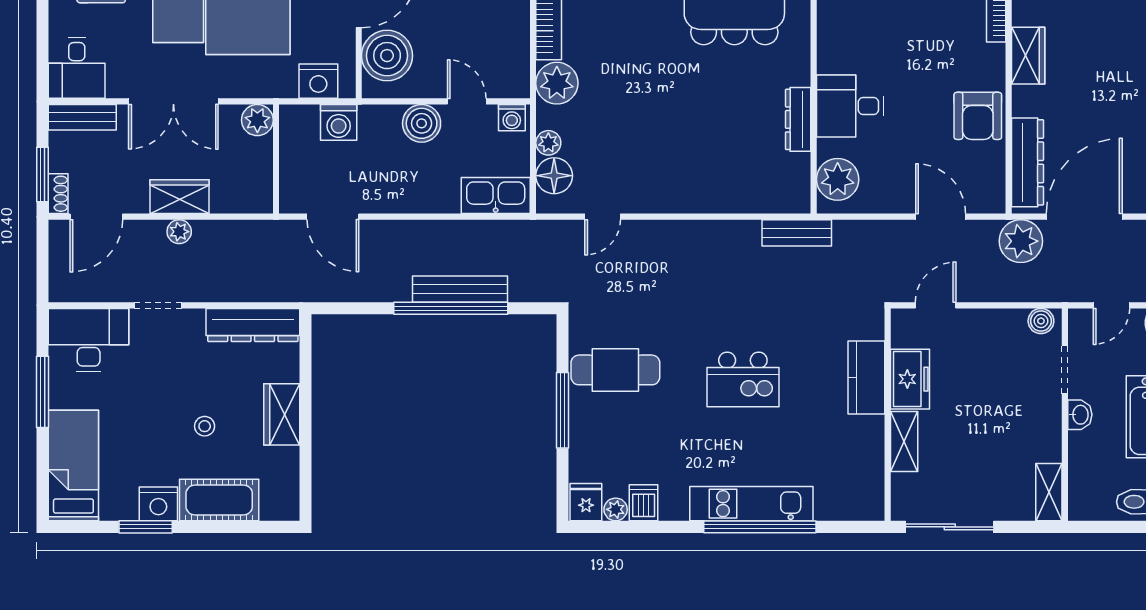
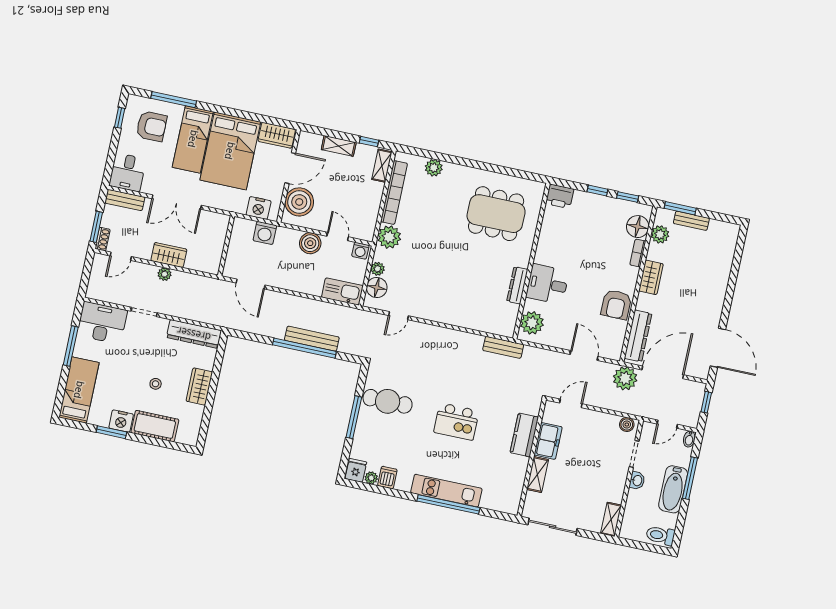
plant: (257, 120) -> (221, 222), removed
door: (96, 217) -> (121, 256), width x0.73

